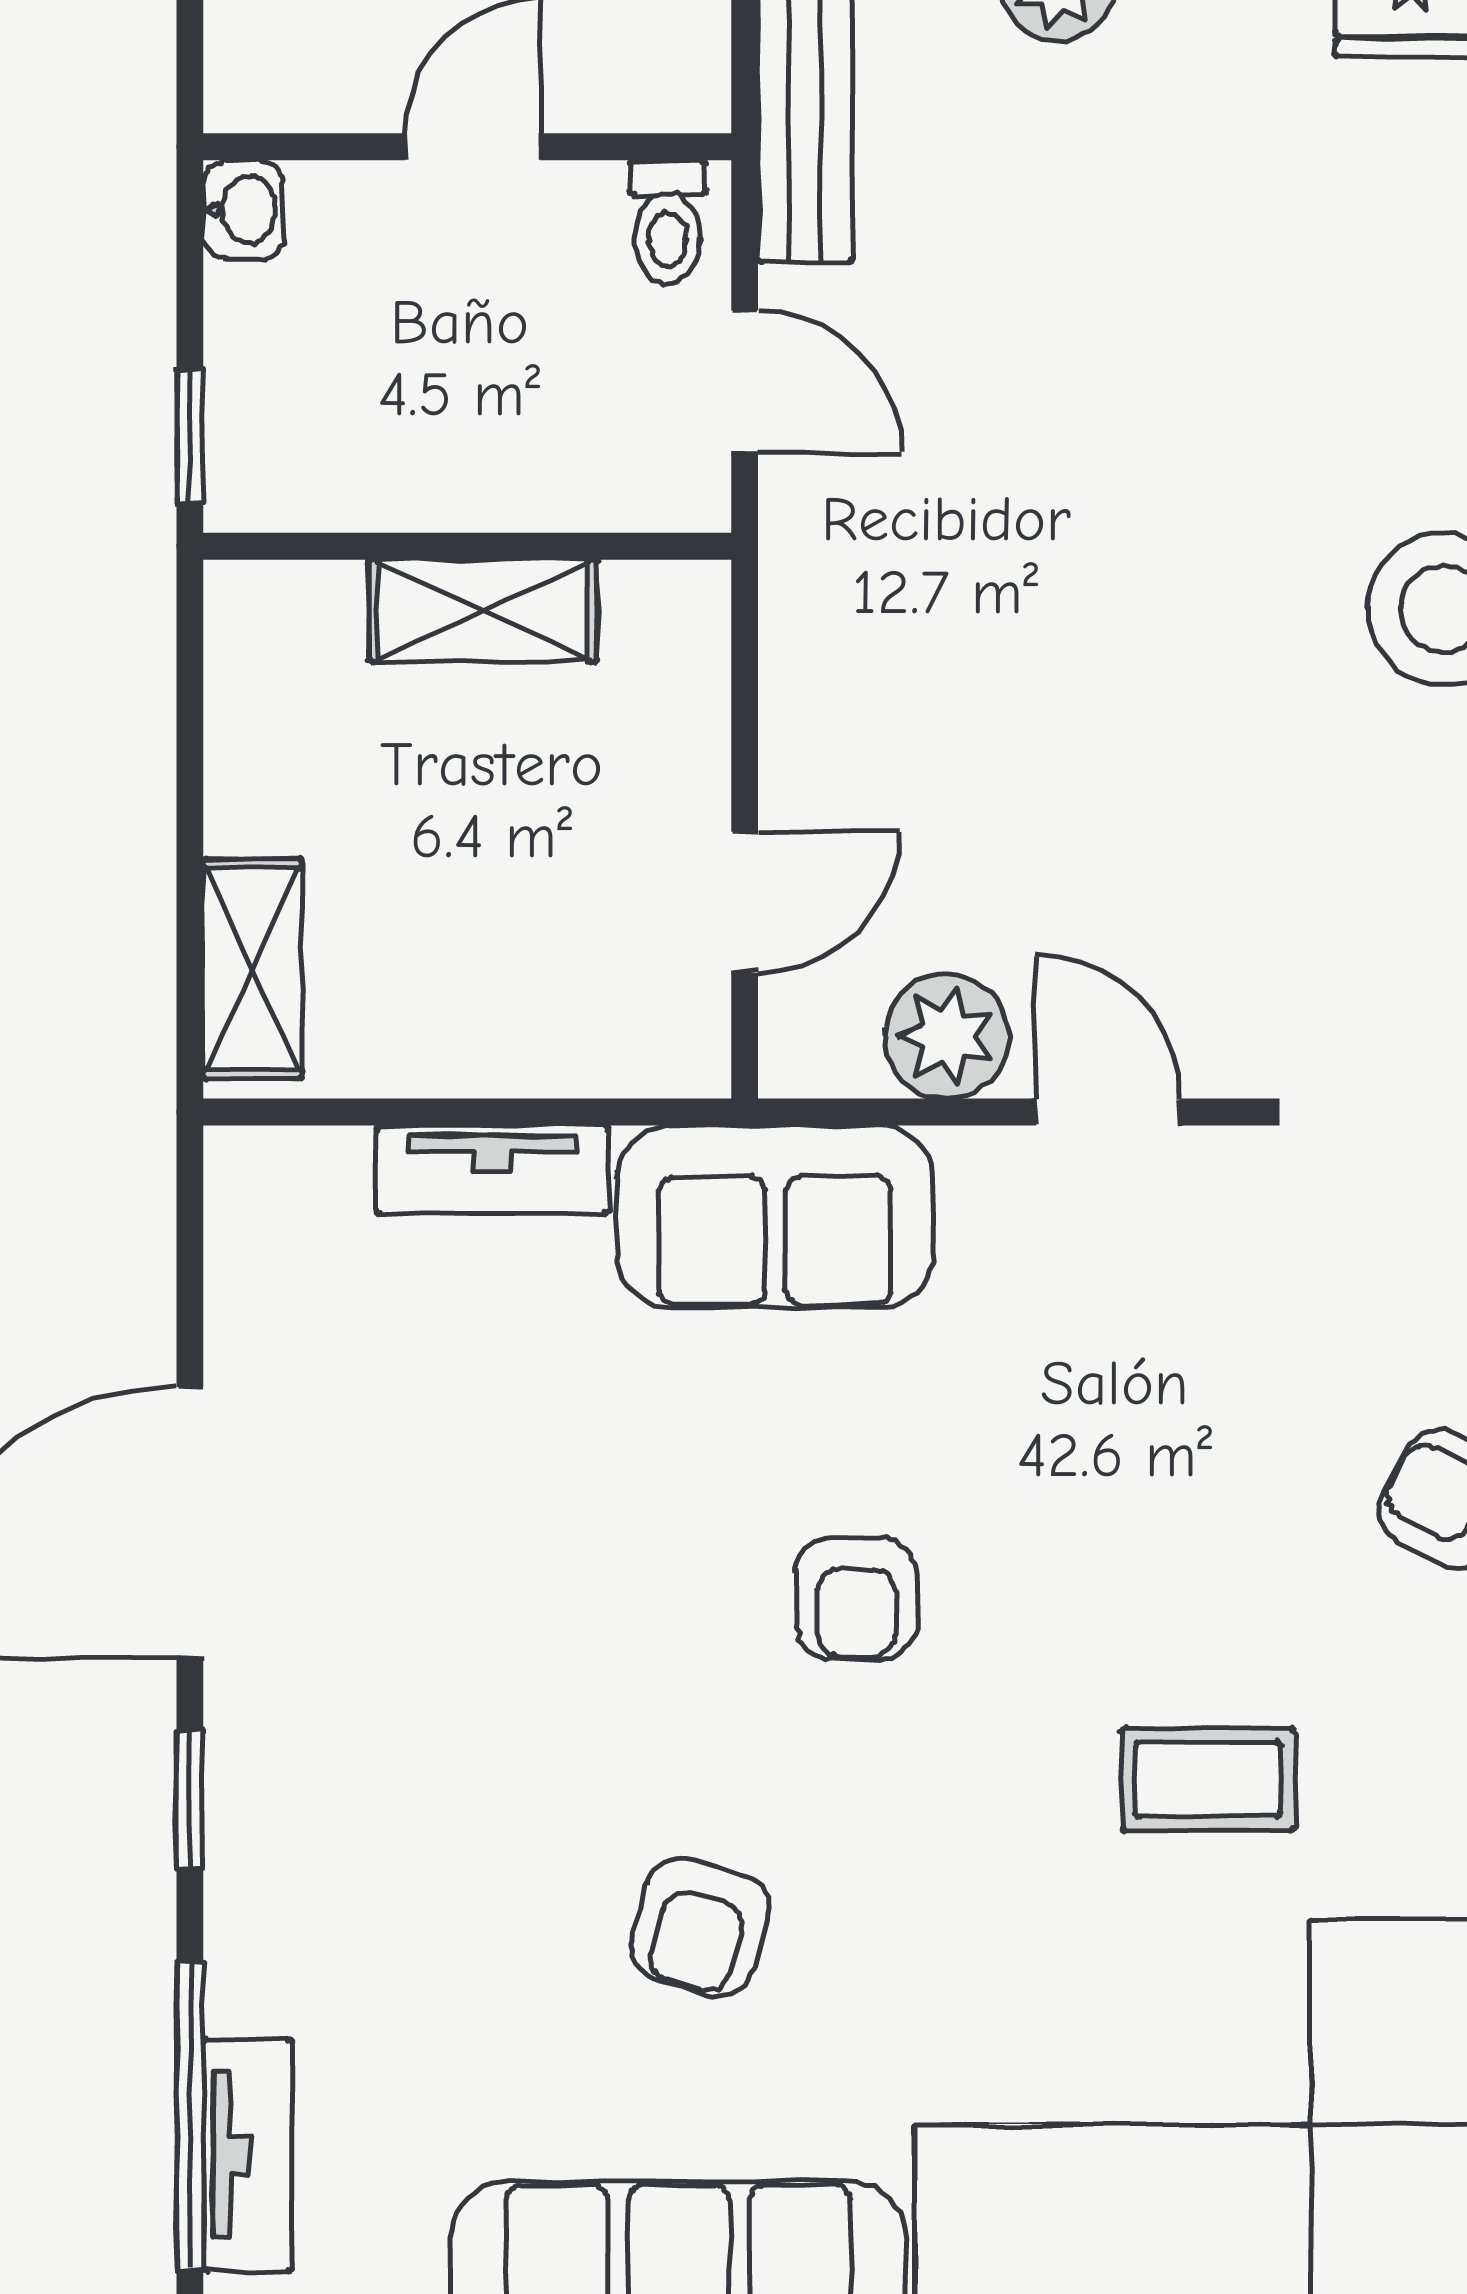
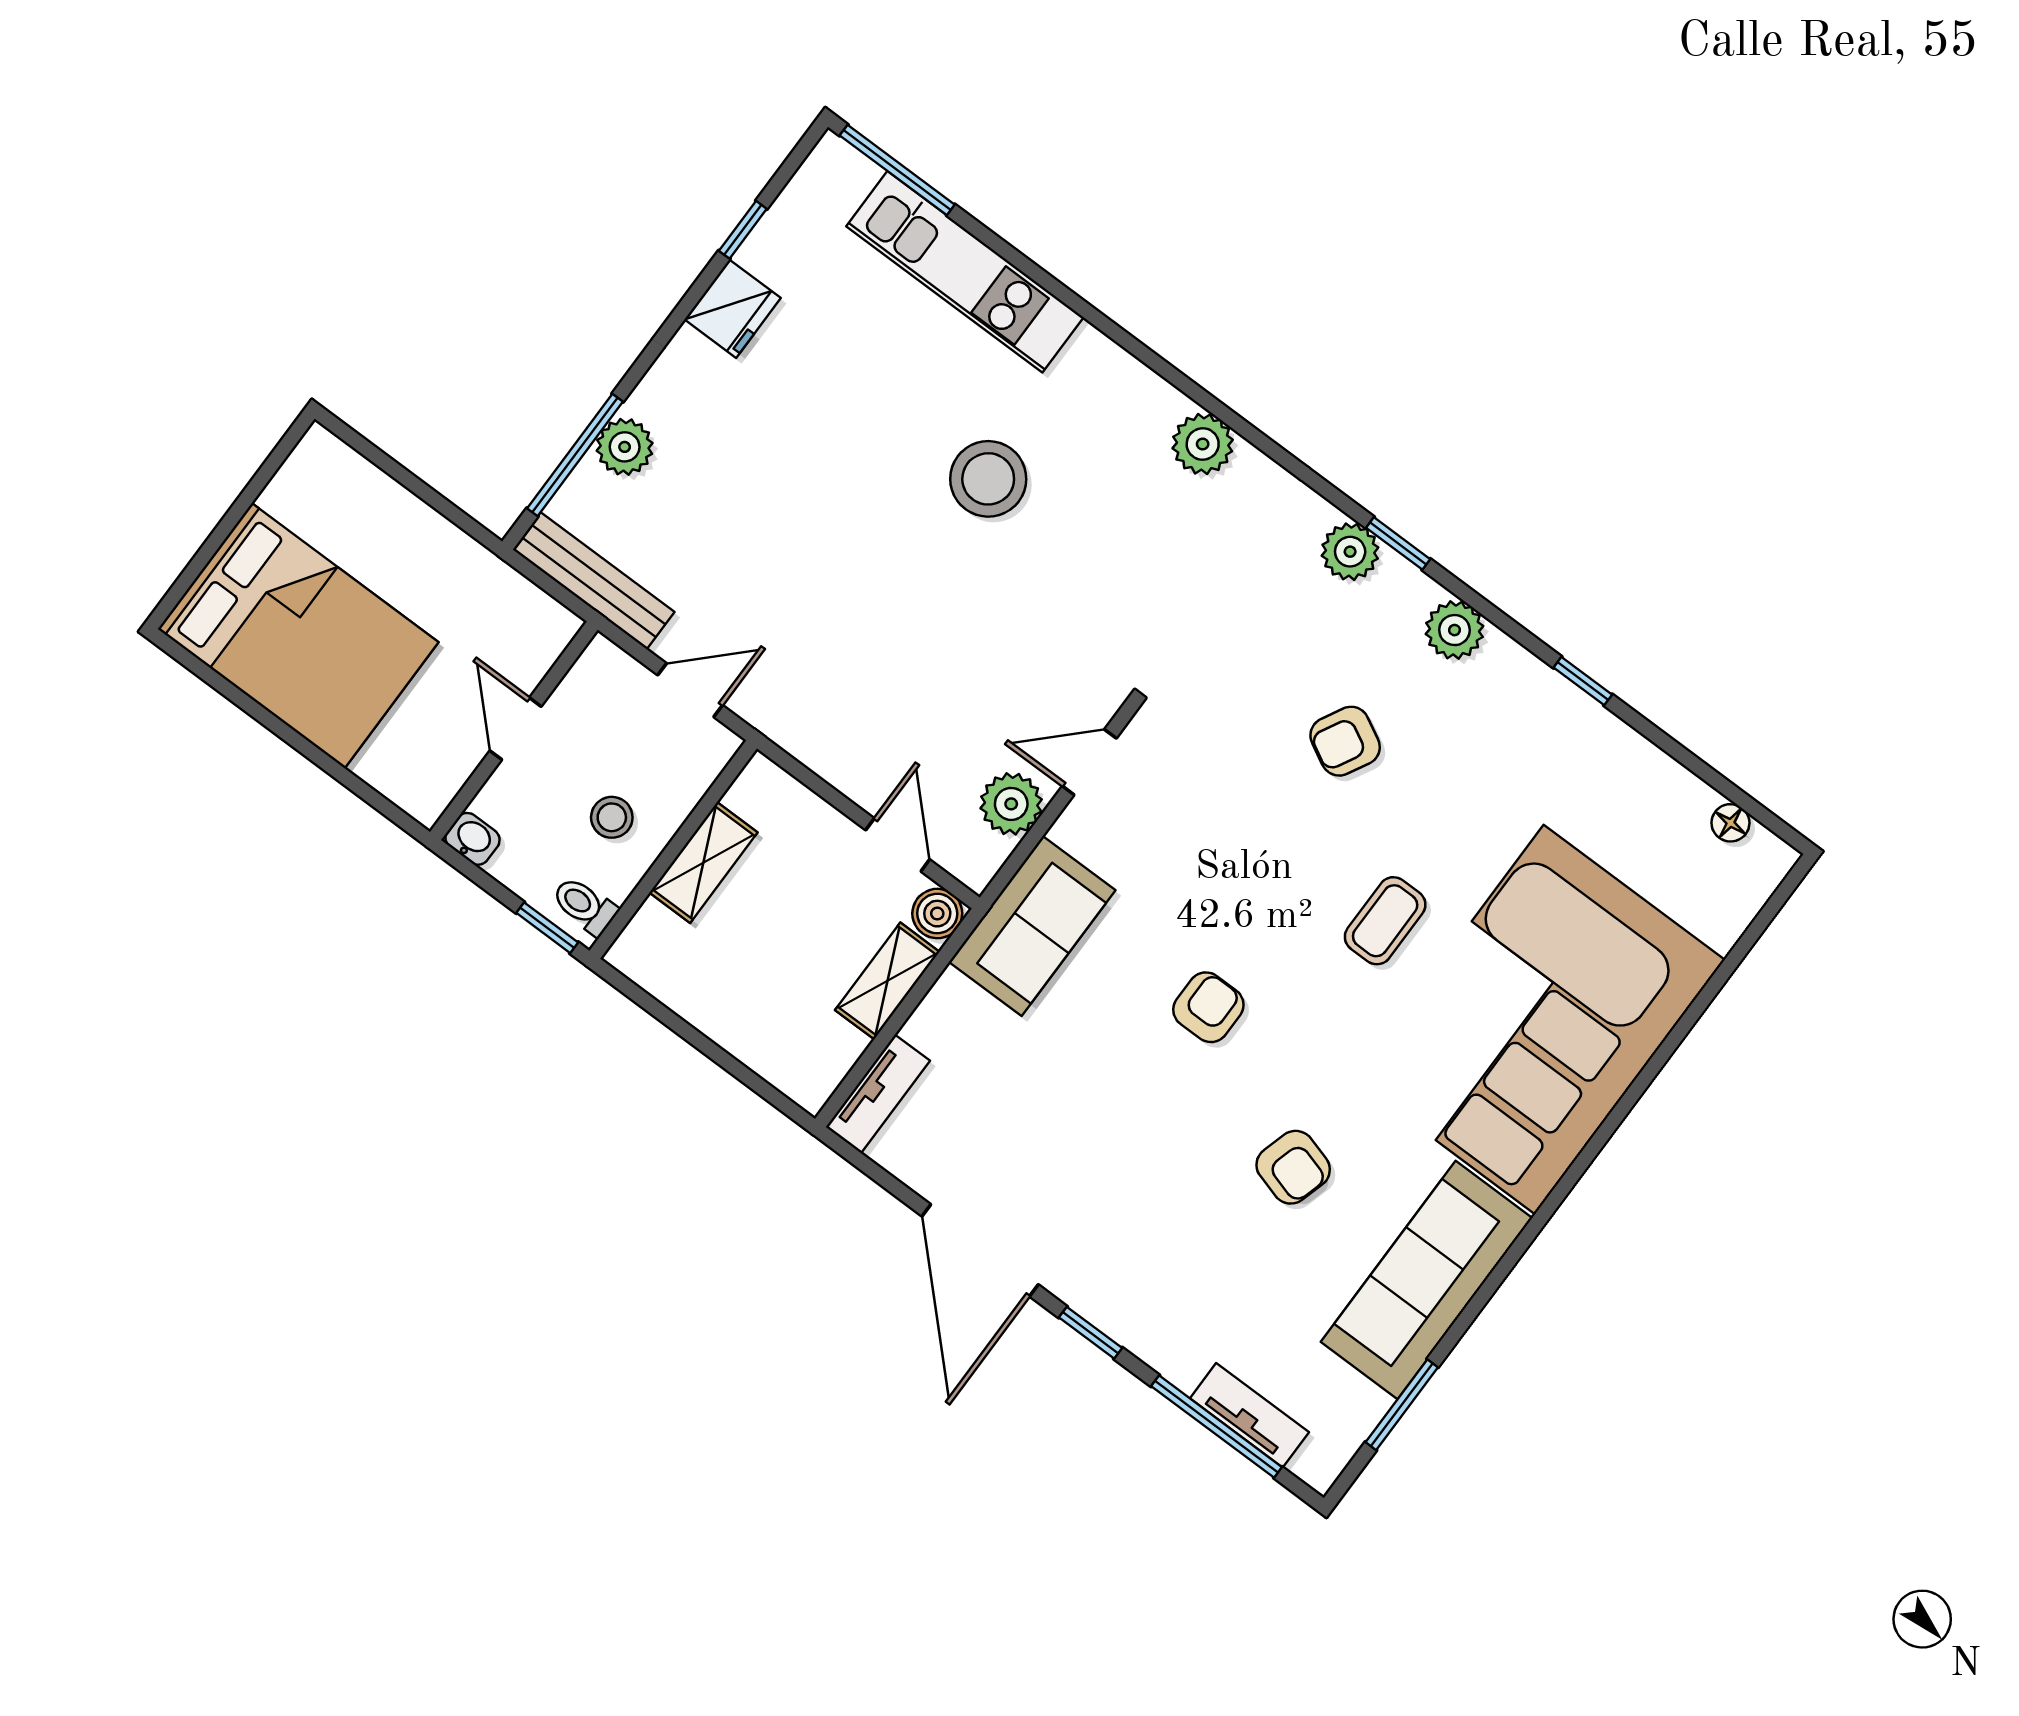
toilet: (668, 222) -> (585, 906), moved, turned 180
stool: (445, 408) -> (612, 817), added
shelving: (253, 969) -> (887, 981), moved, turned 90
boiler: (681, 1049) -> (937, 914), added
tv unit: (492, 1170) -> (878, 1094), moved
armchair: (856, 1598) -> (1208, 1007), turned -90

